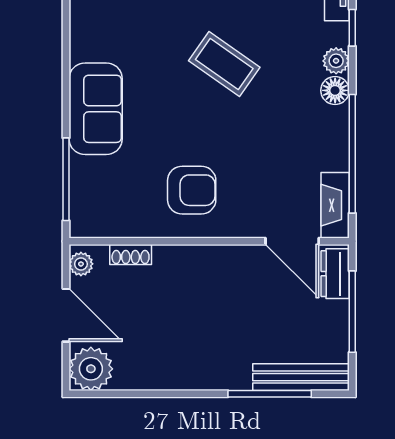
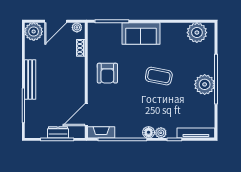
coffee table: (224, 64) -> (159, 76), moved, turned 66
dresser: (335, 274) -> (58, 132), moved
bench: (301, 377) -> (30, 80), moved

